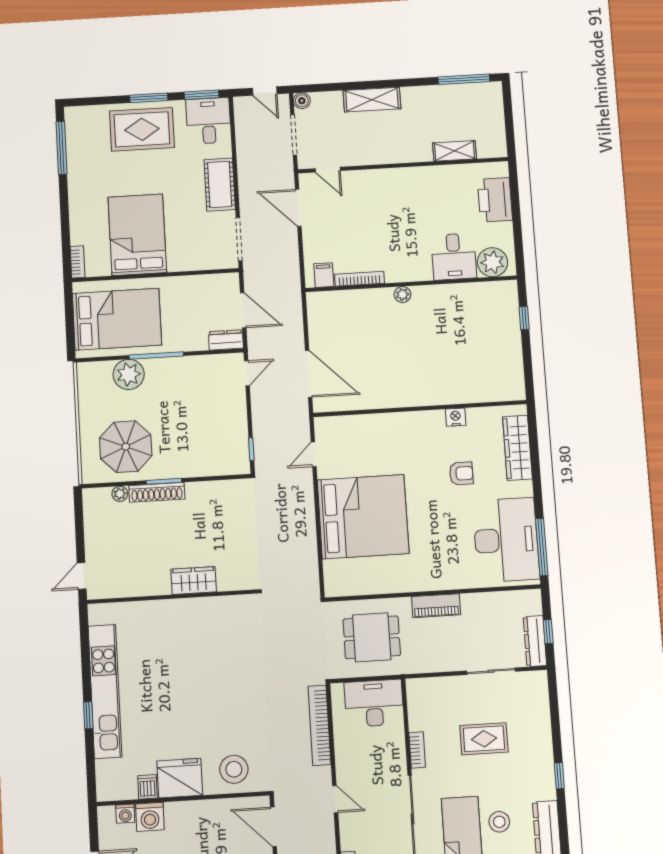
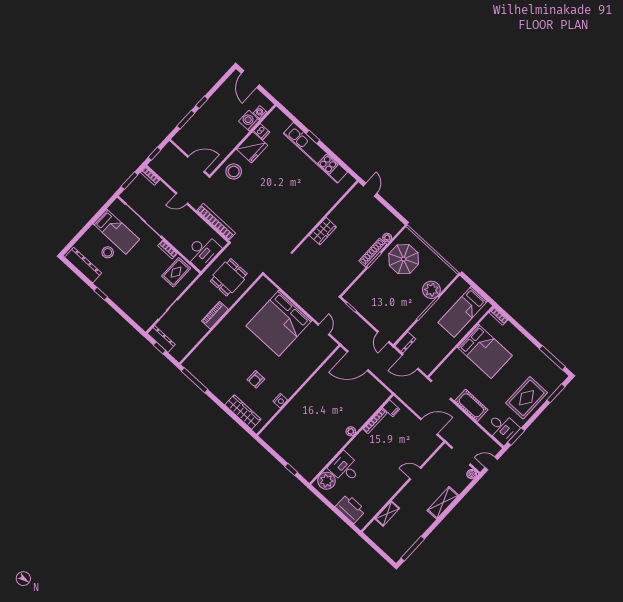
window: (149, 98) -> (556, 393), moved
door: (328, 170) -> (415, 473), moved
bed: (117, 319) -> (463, 312), width x0.67
desk: (506, 540) -> (212, 369), removed
rug: (484, 739) -> (176, 272), moved

